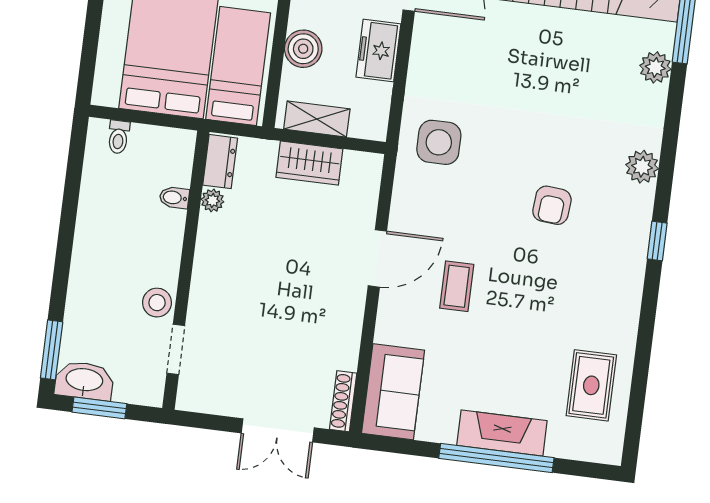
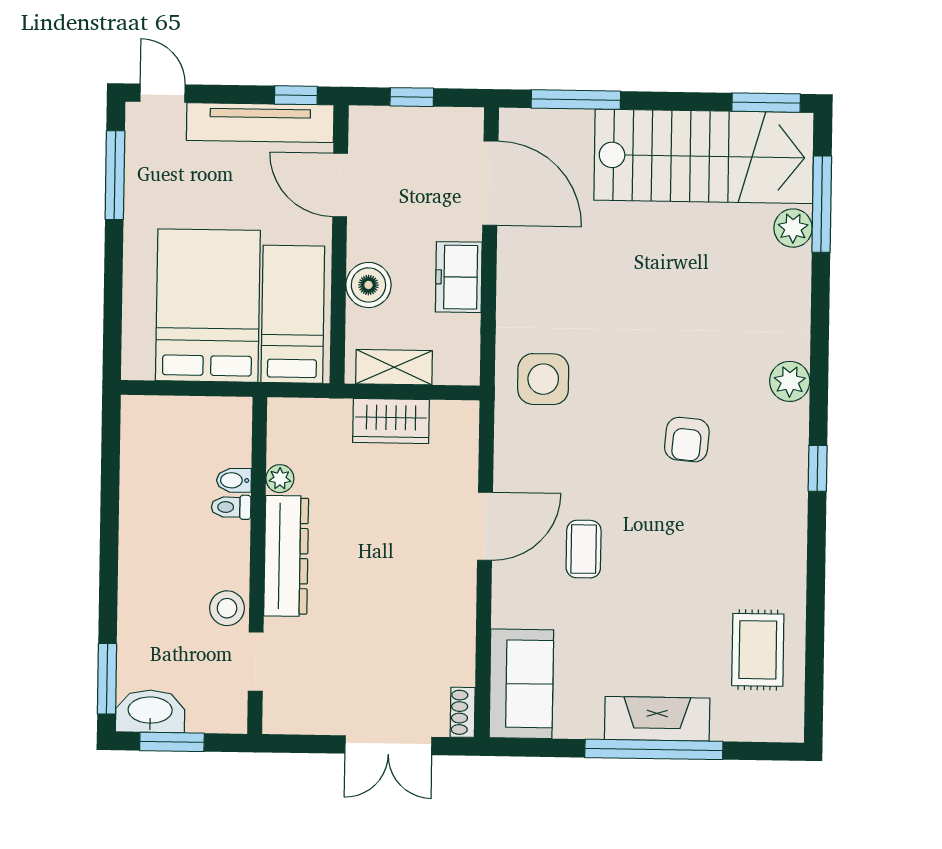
plant: (655, 67) -> (793, 228), moved
toilet: (119, 137) -> (231, 507), moved, turned 90
dresser: (220, 162) -> (286, 556), moved, width x1.96, depth x1.24
shoe rack: (343, 401) -> (463, 712), width x0.70

